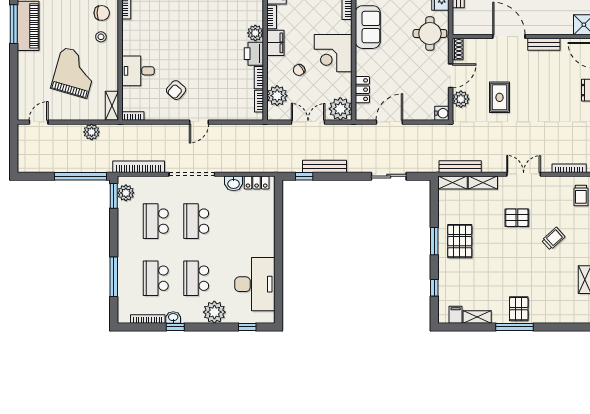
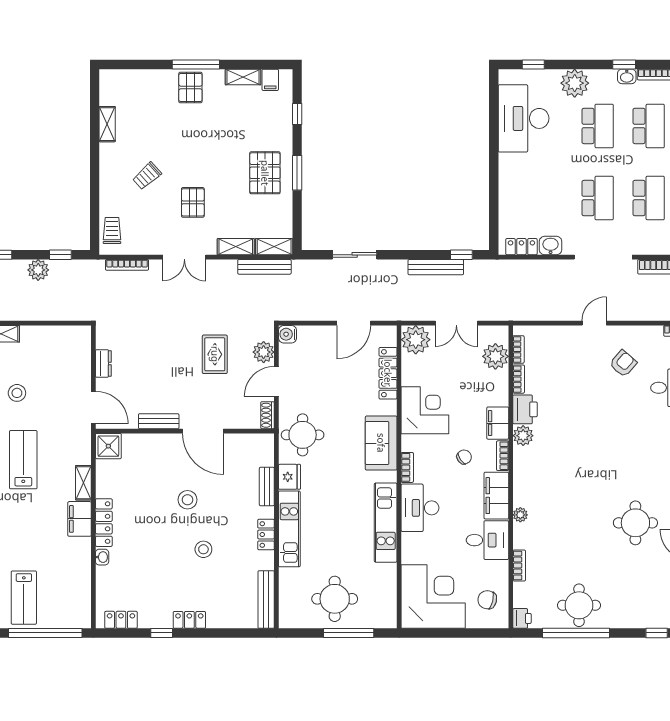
chair: (299, 70) -> (464, 457), moved
locker: (362, 90) -> (388, 373), width x1.53
pallet: (517, 218) -> (193, 202), turned 90

